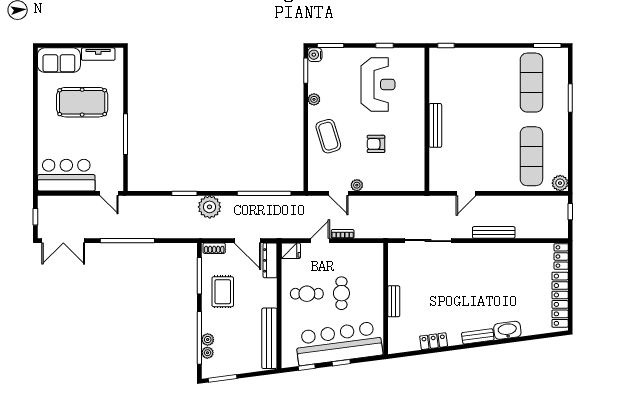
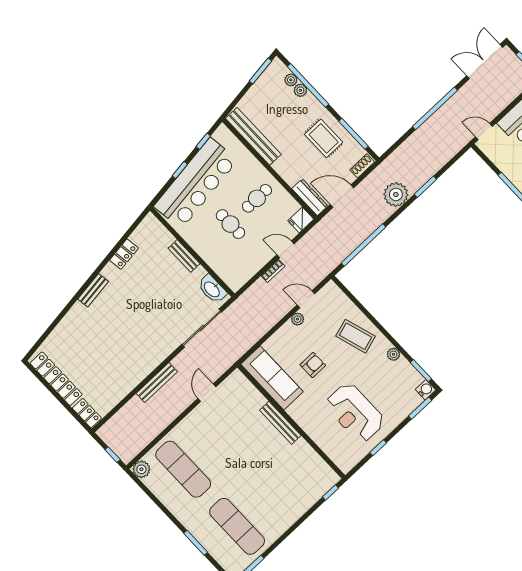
sofa: (412, 161) -> (272, 378), added
door: (320, 241) -> (285, 249), swing flipped
washbasin: (507, 330) -> (212, 289), moved, turned 98

